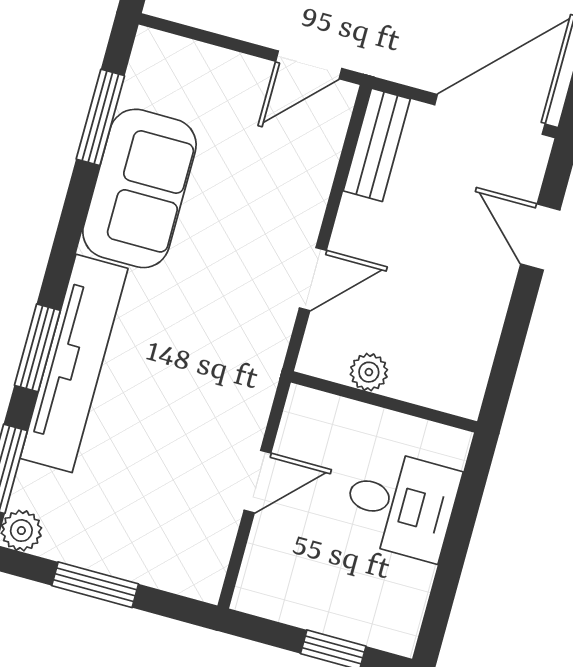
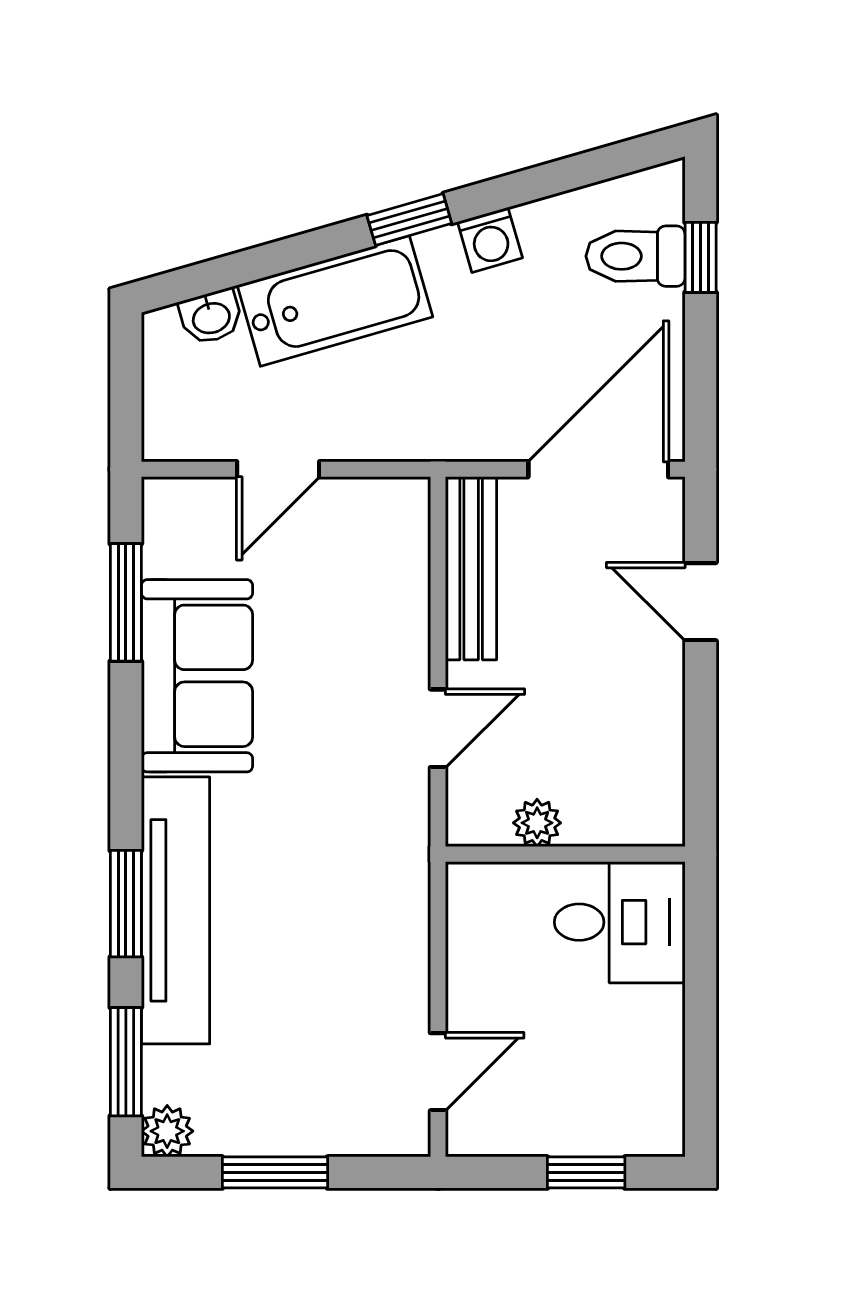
door: (309, 65) -> (278, 469), moved
bench: (377, 145) -> (471, 568), width x1.36
door: (257, 482) -> (438, 1072), moved
desk: (401, 504) -> (620, 922), moved

